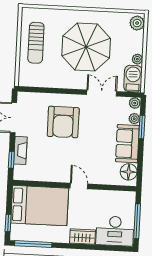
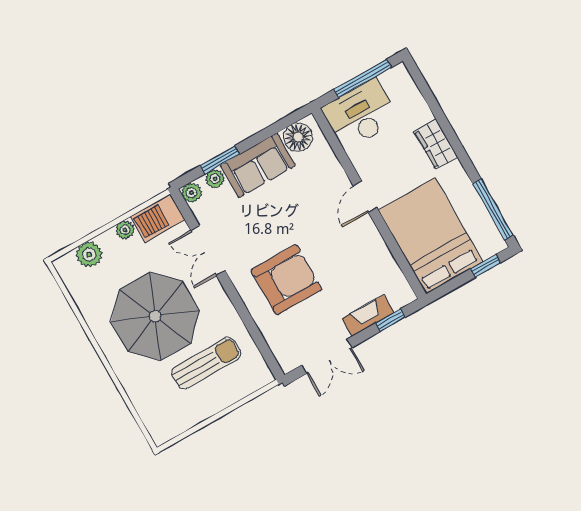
plant: (137, 23) -> (89, 255), moved
sun lounger: (36, 43) -> (206, 363), moved
desk: (115, 231) -> (360, 114), moved, turned -90

